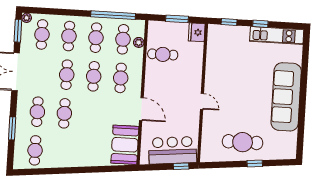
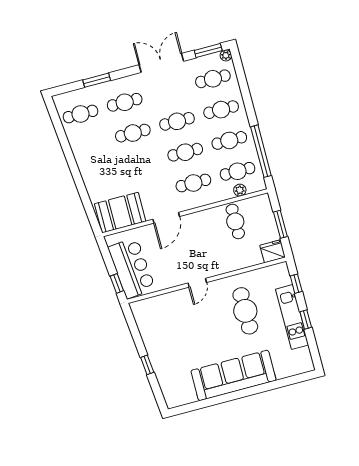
kitchen unit: (277, 35) -> (292, 317), moved
cafe table: (243, 142) -> (245, 311), moved

